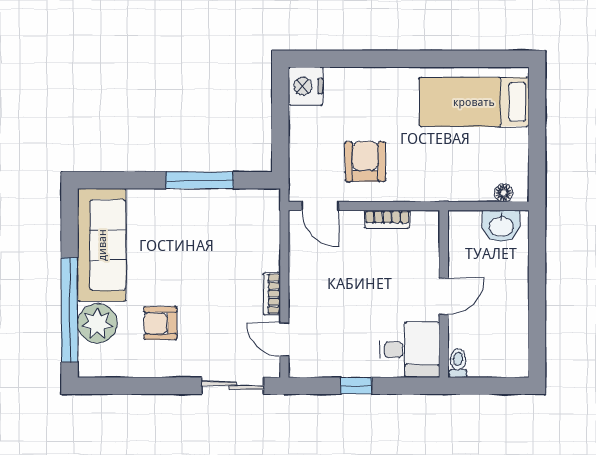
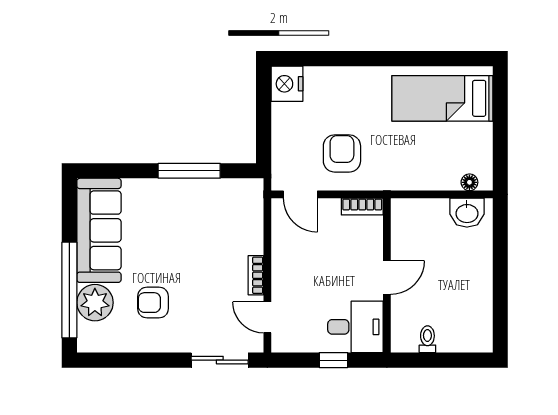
wall: (444, 294) -> (387, 275), moved
door: (444, 296) -> (387, 277), moved
desk: (410, 350) -> (355, 327), moved

